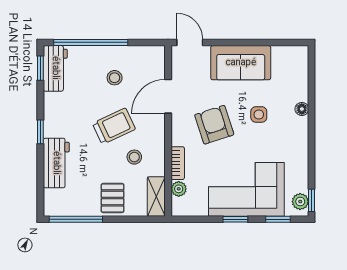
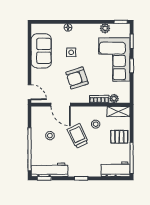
door: (190, 42) -> (30, 92), swing flipped
sofa: (241, 63) -> (41, 51), moved
workbench: (55, 68) -> (49, 170), width x1.37
workbench: (56, 163) -> (116, 169), moved
plant: (300, 202) -> (105, 28), moved

